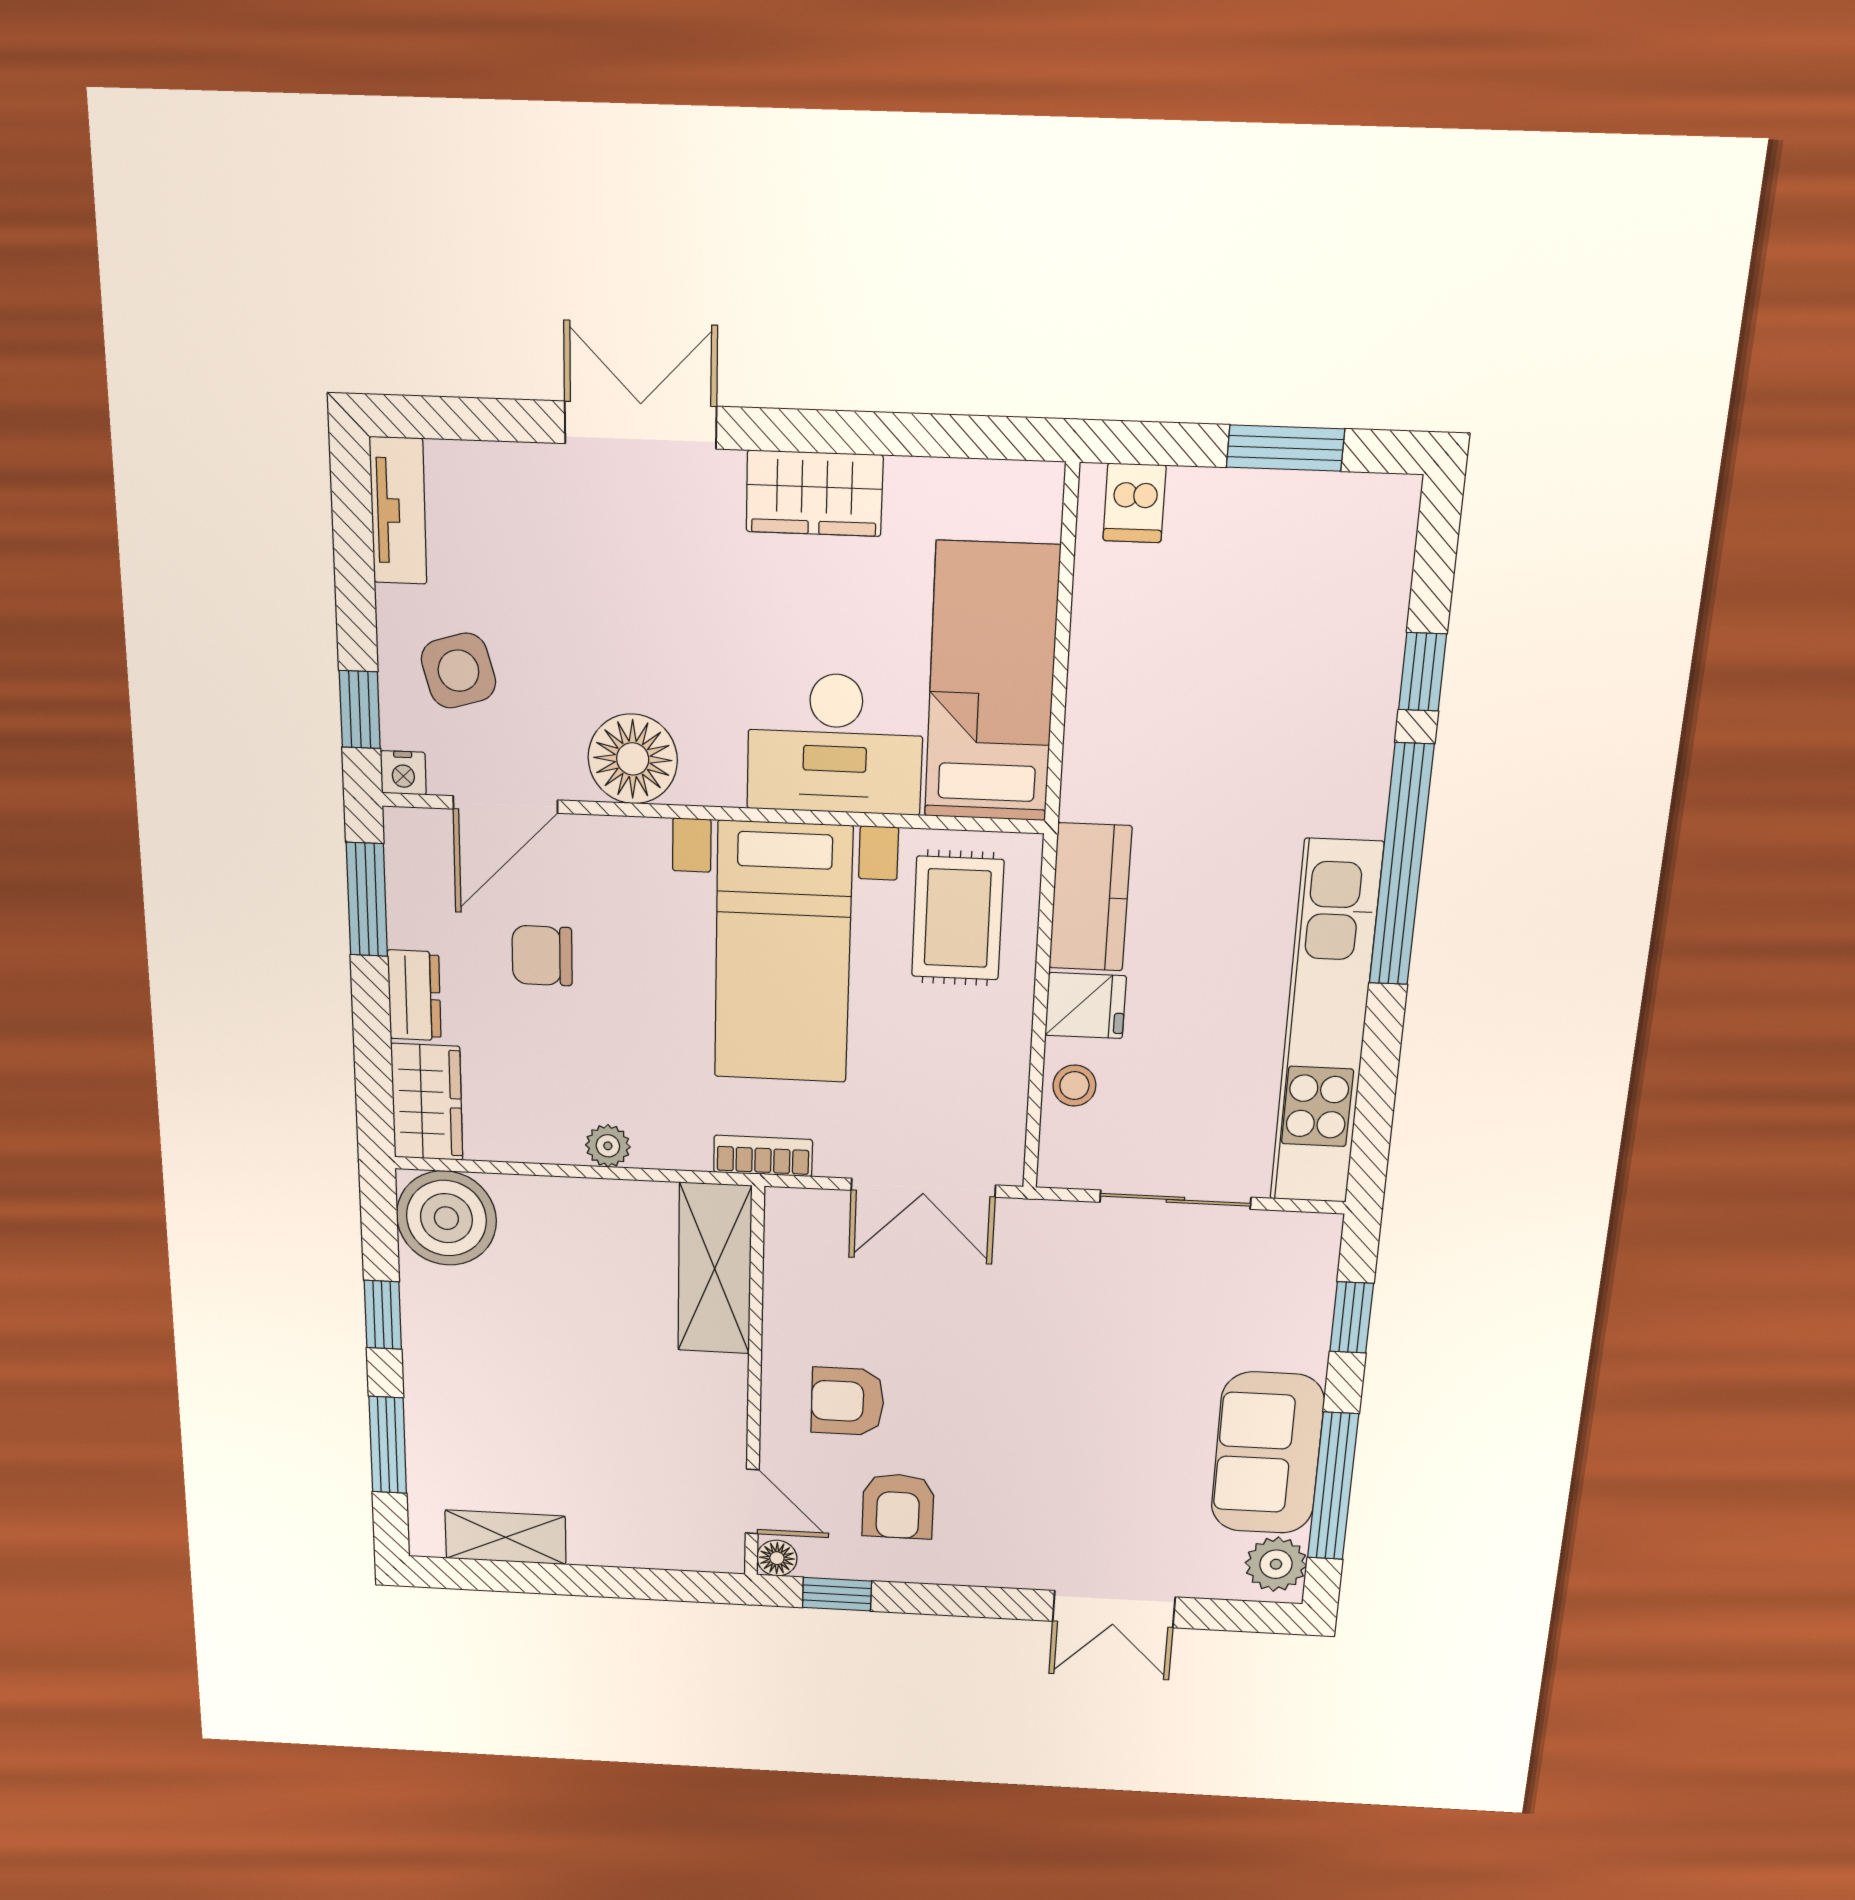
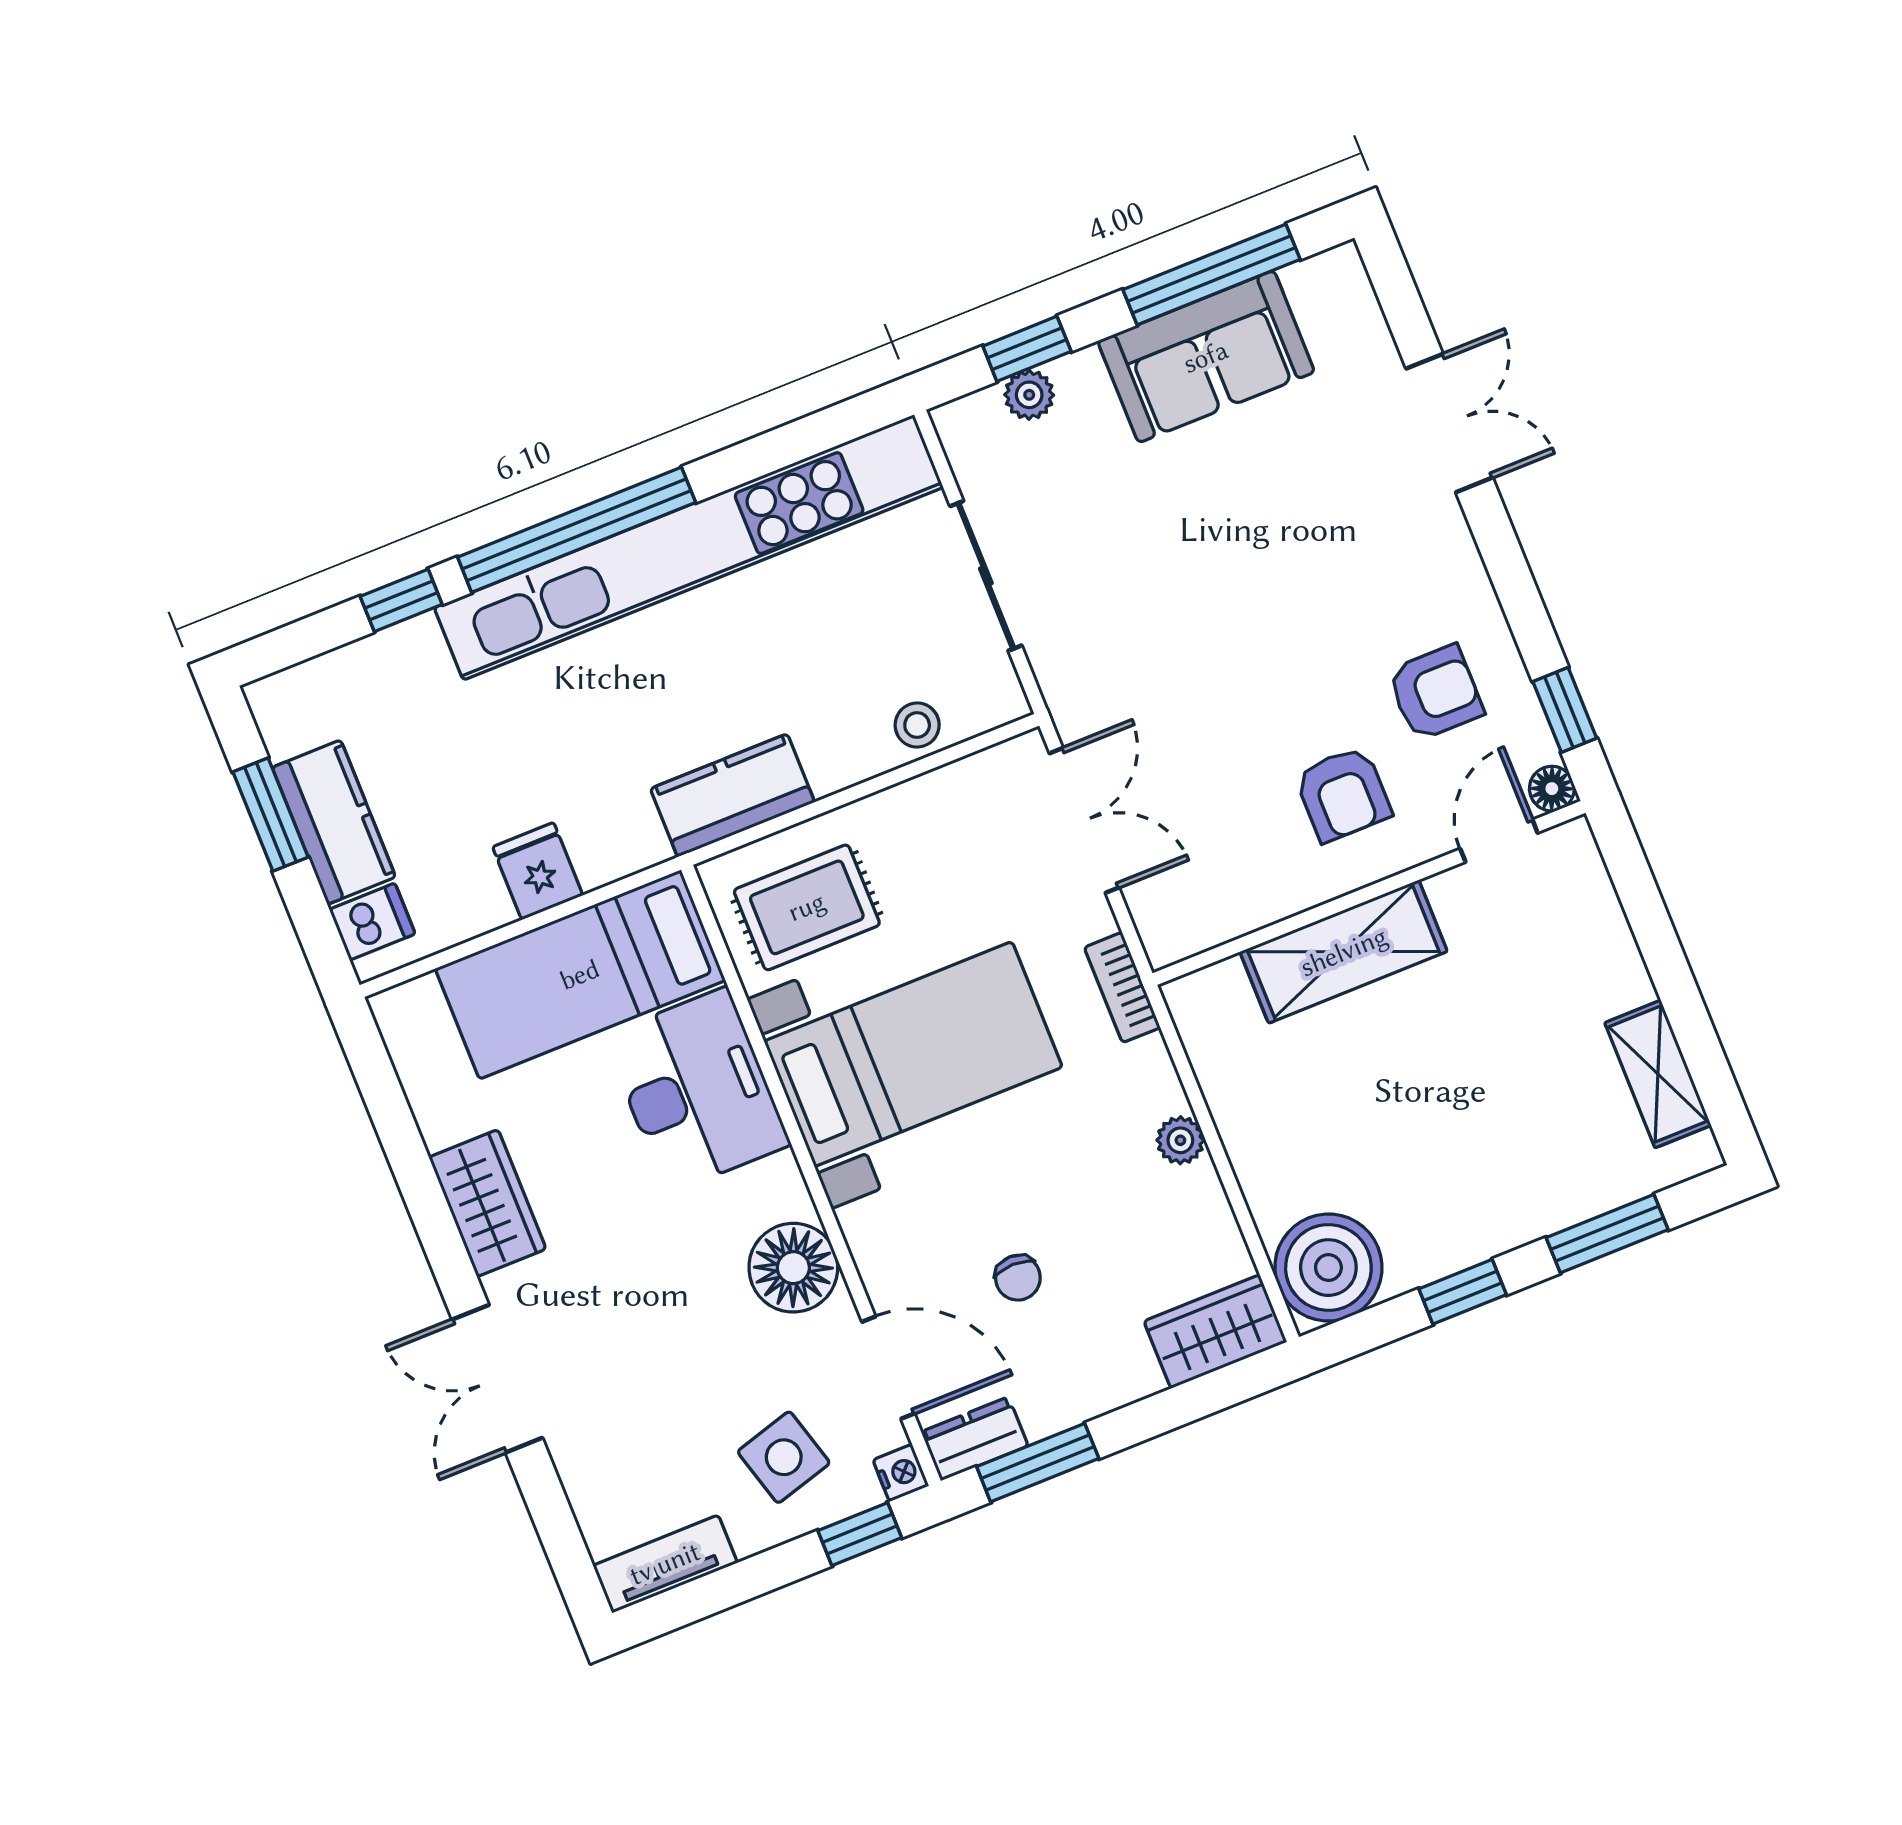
kitchen counter: (1247, 509) -> (334, 822), added
chair: (542, 956) -> (1018, 1278), width x0.73, depth x0.73
dresser: (414, 995) -> (975, 1439), moved
fridge: (1086, 1006) -> (538, 871), moved
kitchen unit: (1326, 1025) -> (689, 547), width x1.36
shelving: (715, 1269) -> (1344, 952), moved
plant: (1276, 1564) -> (1029, 395), moved, width x0.73, depth x0.73

